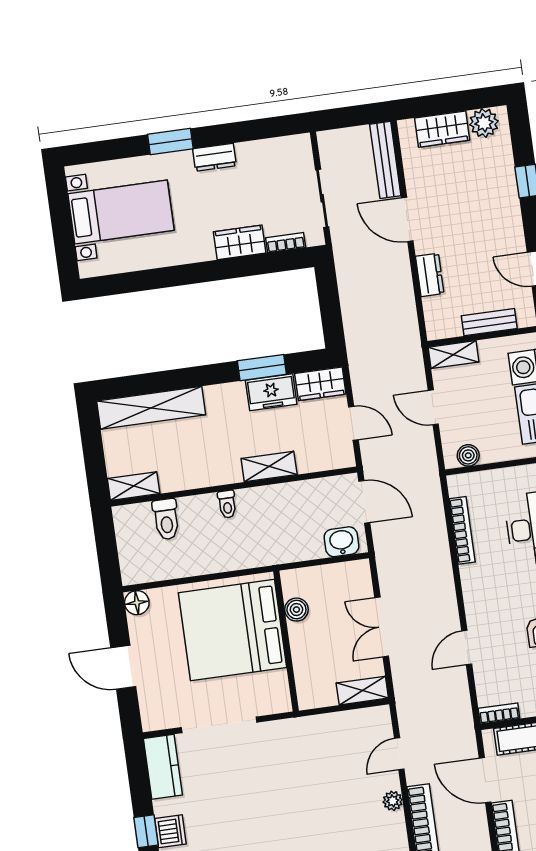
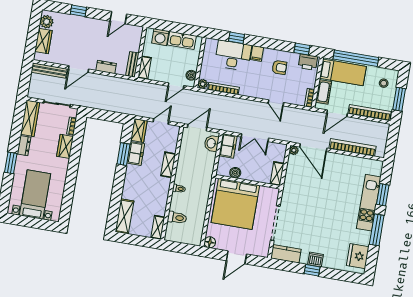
wardrobe: (275, 152) -> (30, 118), added
bench: (489, 322) -> (132, 64), moved
door: (433, 407) -> (176, 86), moved
shelving: (151, 408) -> (124, 216), width x0.68
plant: (458, 485) -> (203, 84), added
freezer: (347, 577) -> (228, 146), added
shelving: (362, 691) -> (277, 174), moved
door: (399, 754) -> (313, 148), width x1.87
plant: (393, 801) -> (294, 150), moved

